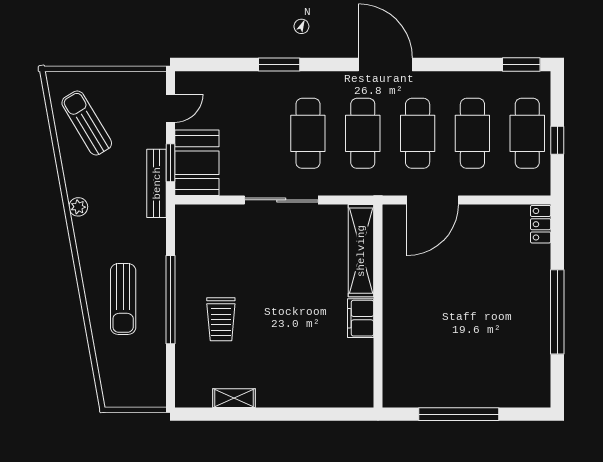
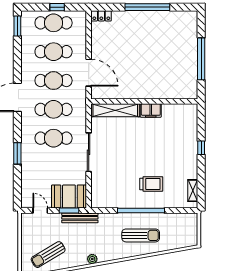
shelving: (234, 398) -> (193, 191), moved
window: (290, 414) -> (201, 148), added

